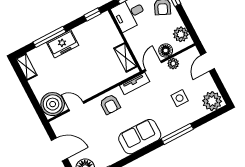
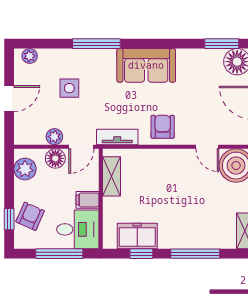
window: (92, 14) -> (141, 254), moved
filing cabinet: (133, 35) -> (87, 200), added
freezer: (63, 44) -> (137, 236), moved
door: (208, 62) -> (9, 99), moved
plant: (212, 101) -> (30, 56), width x0.53, depth x0.53

